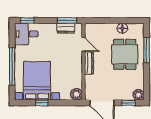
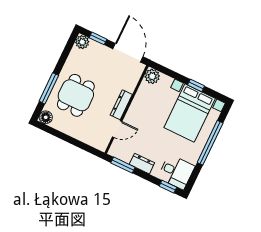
dresser: (66, 28) -> (142, 164), moved
floor lamp: (122, 28) -> (46, 117), moved
door: (83, 44) -> (117, 129), swing flipped

